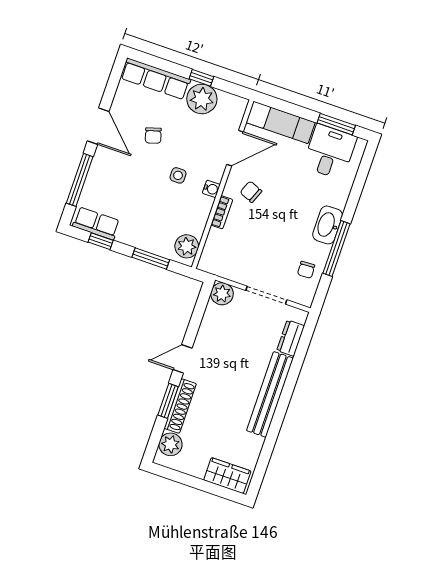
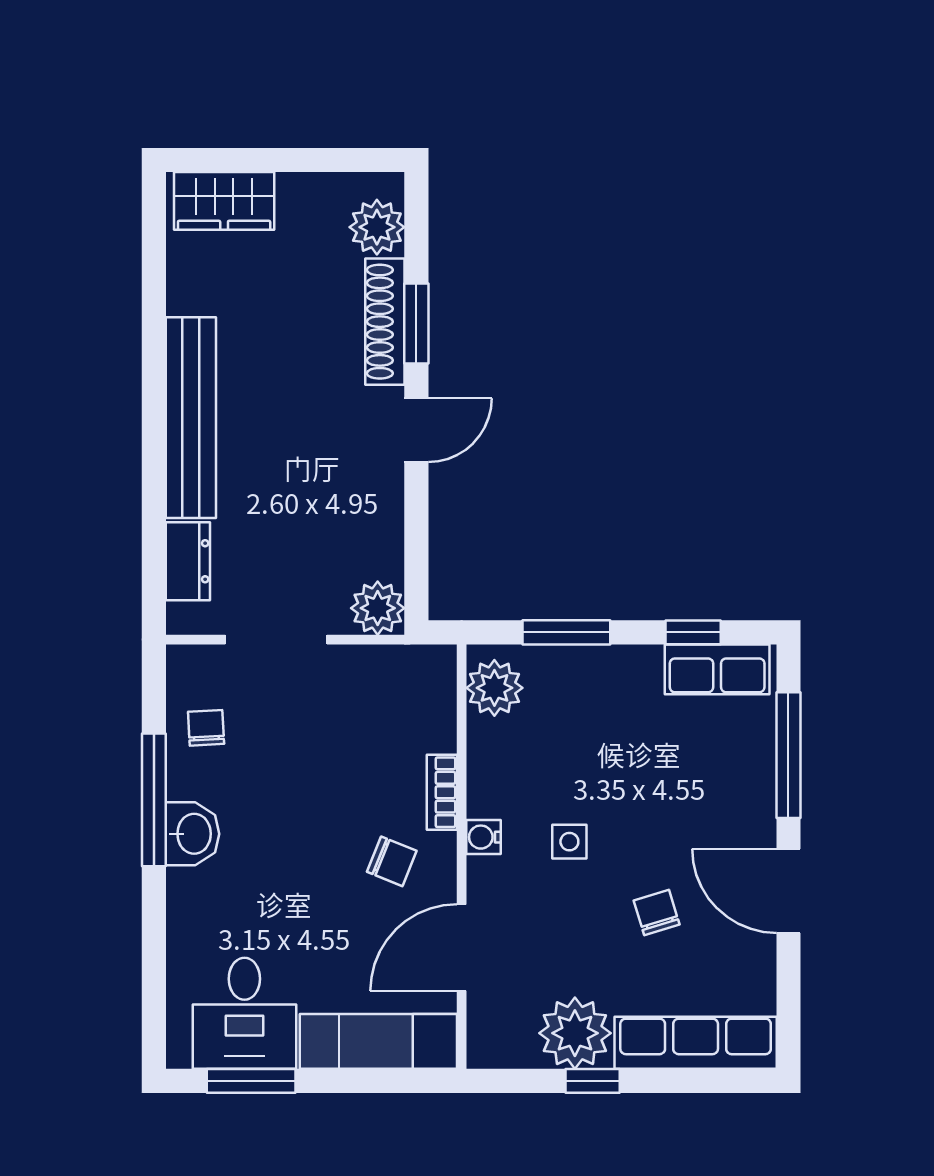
washbasin: (328, 225) -> (193, 834), width x0.72

